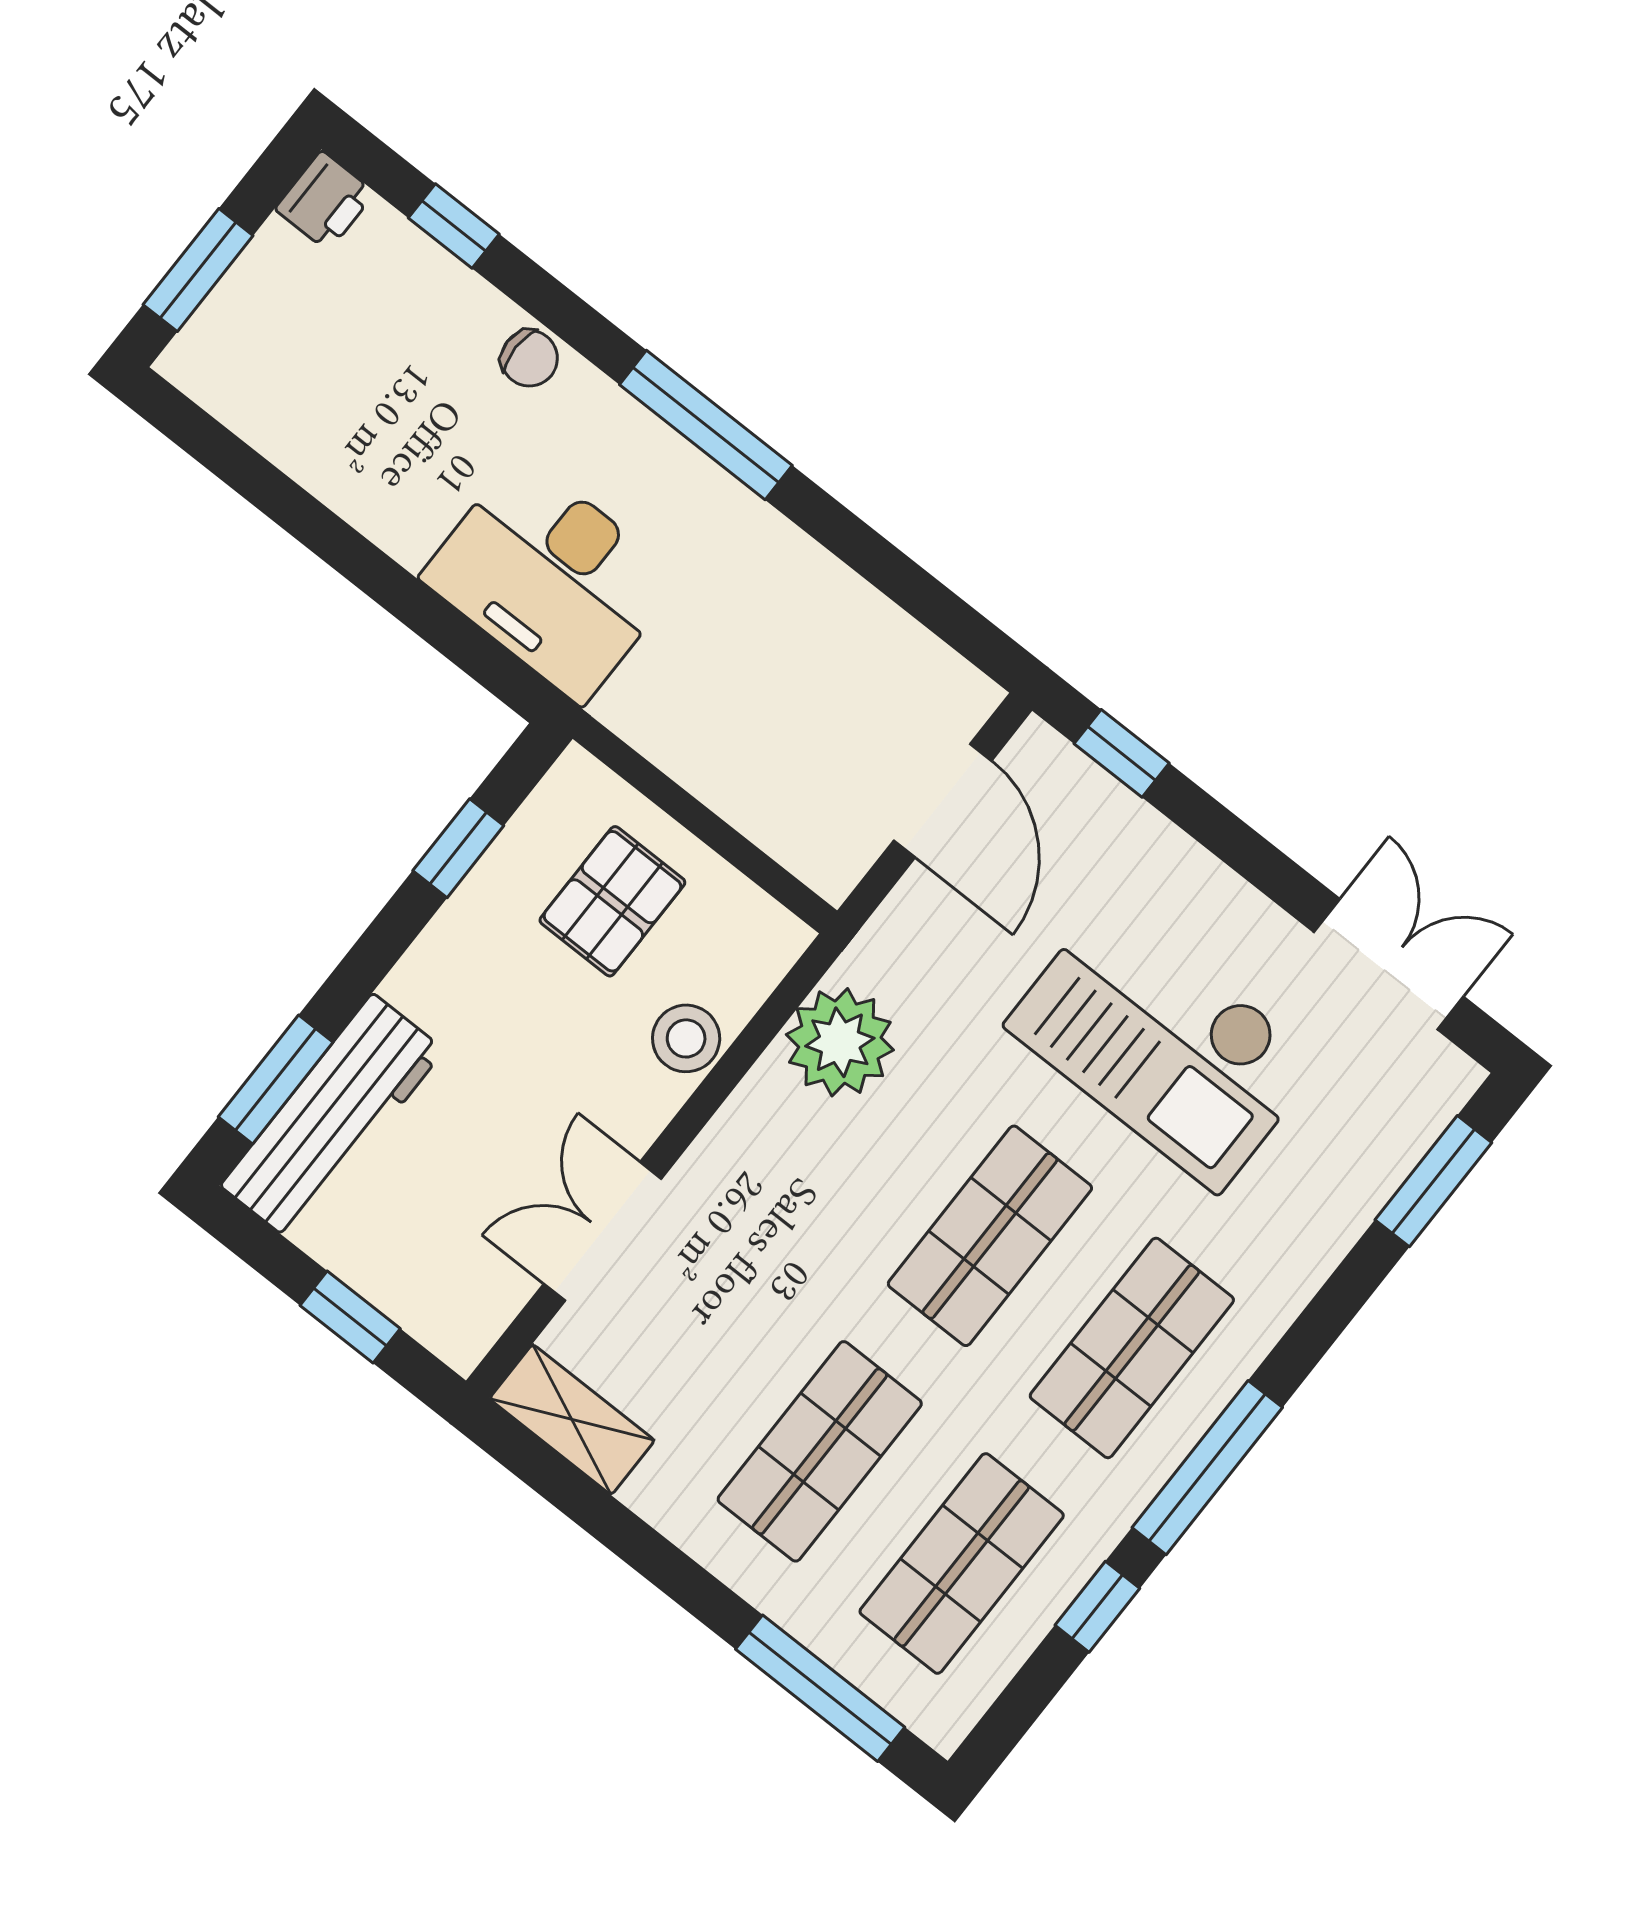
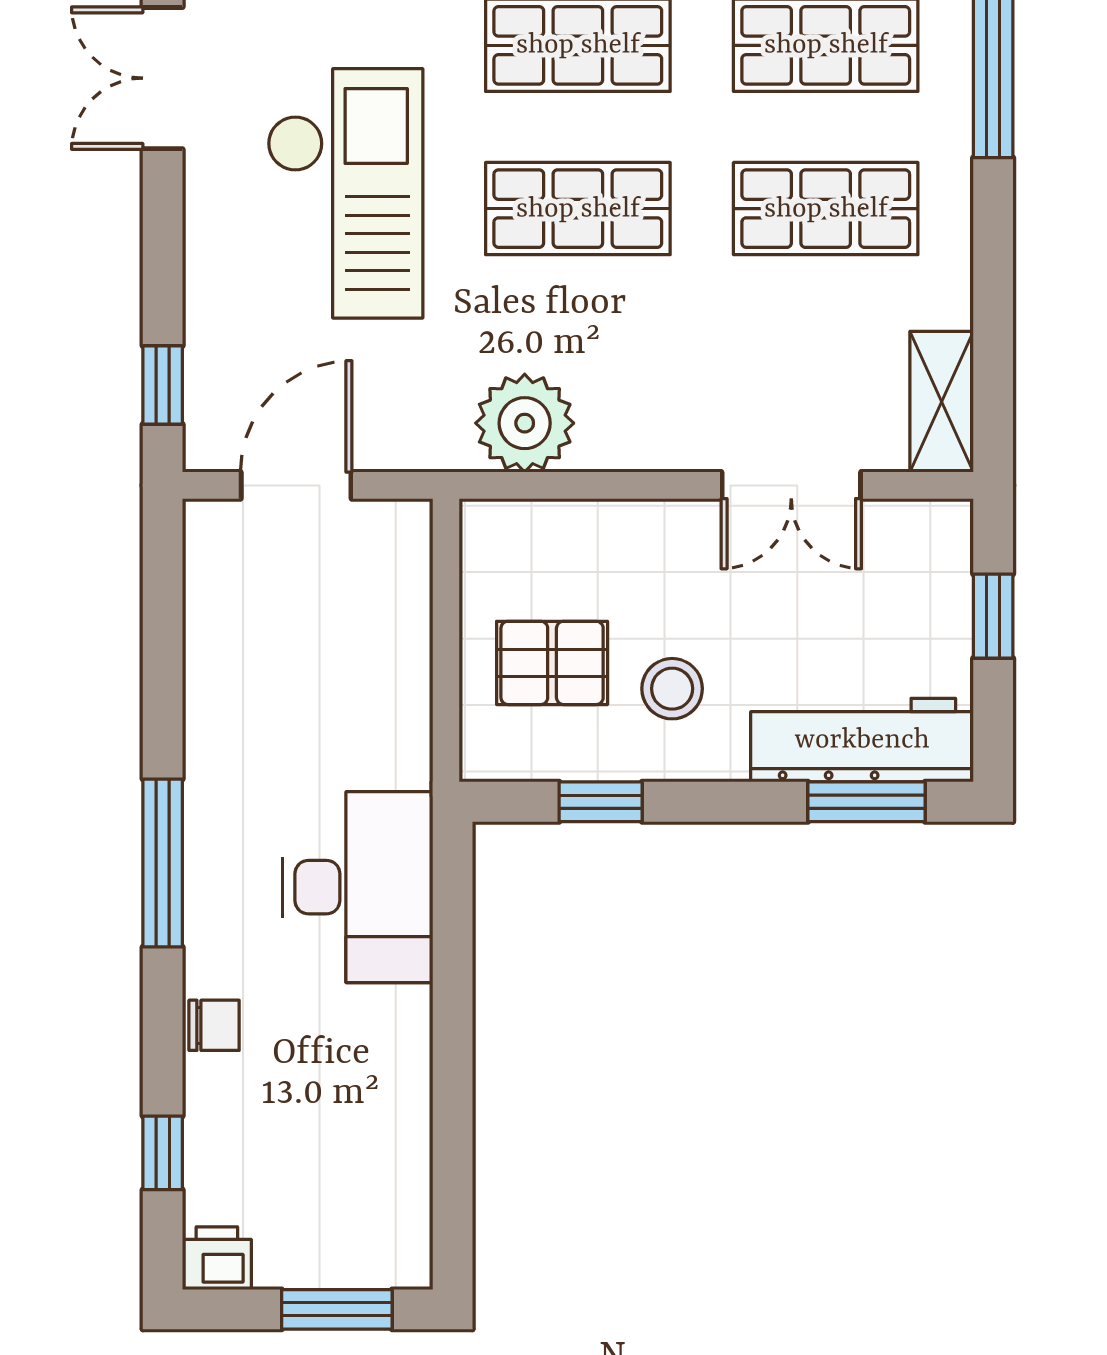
chair: (529, 358) -> (214, 1025), turned 90
stool: (686, 1038) -> (672, 689), moved

